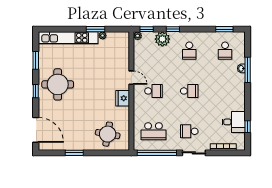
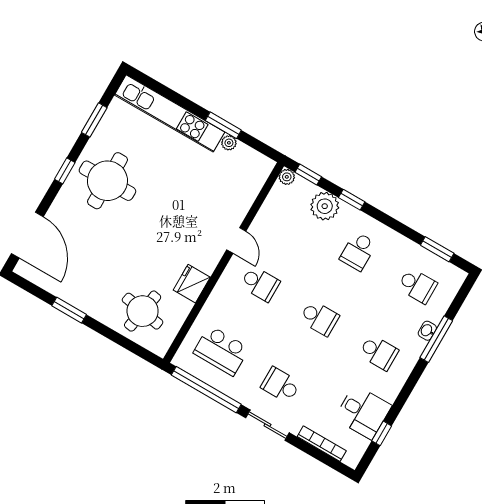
school desk: (225, 51) -> (417, 286), turned -90
school desk: (225, 91) -> (379, 352), added
fridge: (123, 98) -> (192, 284), moved

